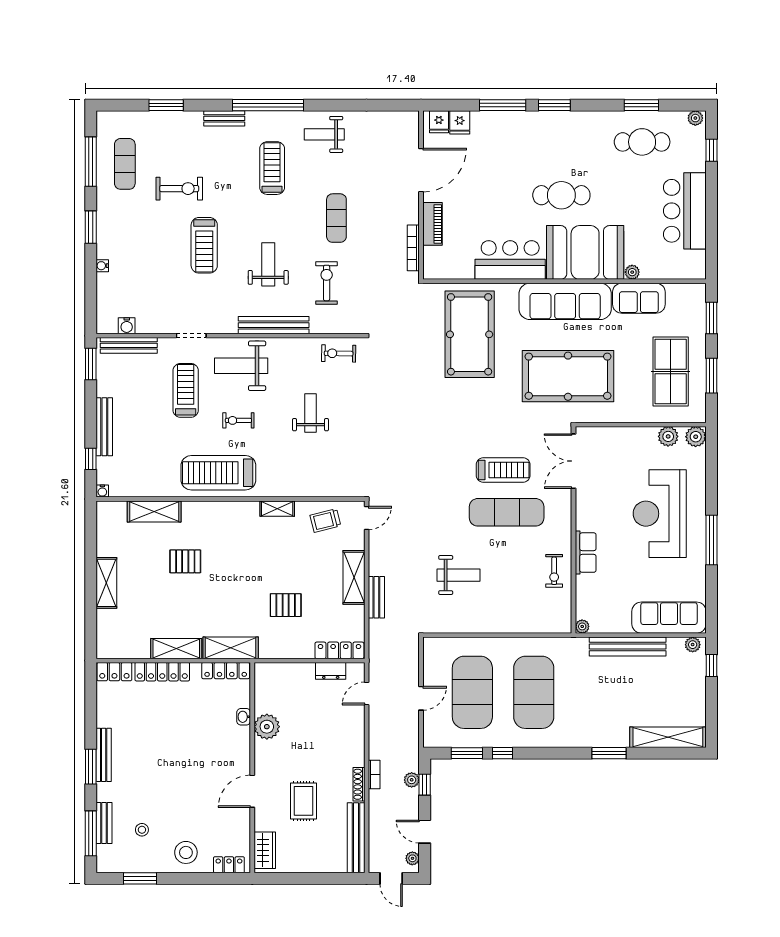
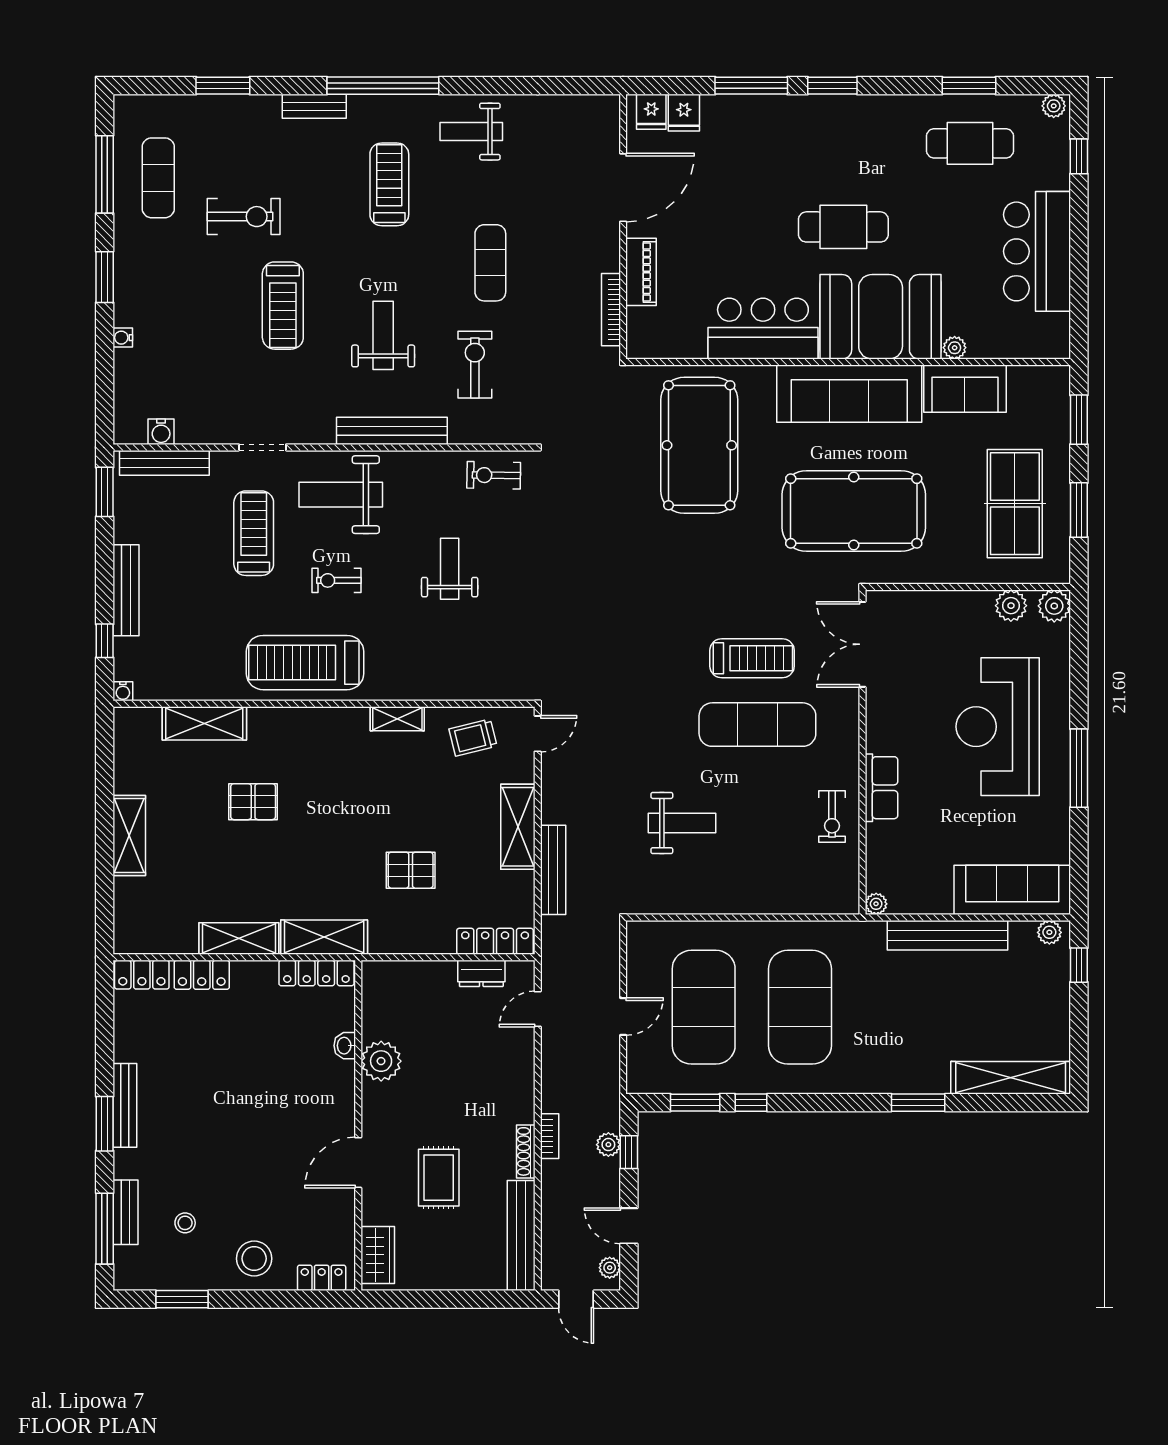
bench: (376, 597) -> (553, 870), width x1.36
locker: (162, 672) -> (202, 975), width x0.66

